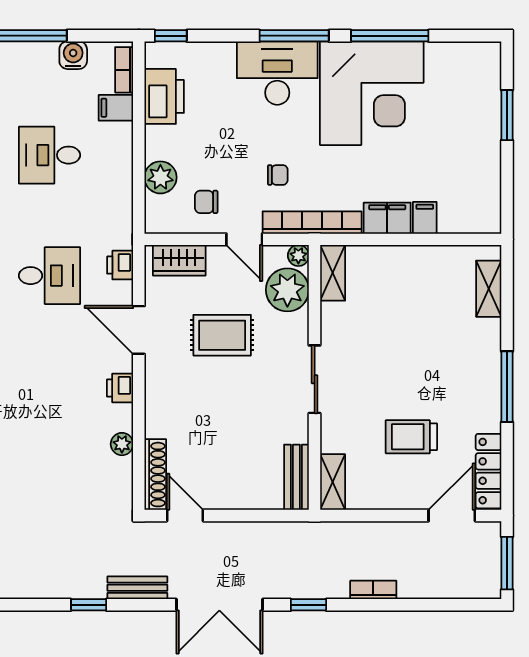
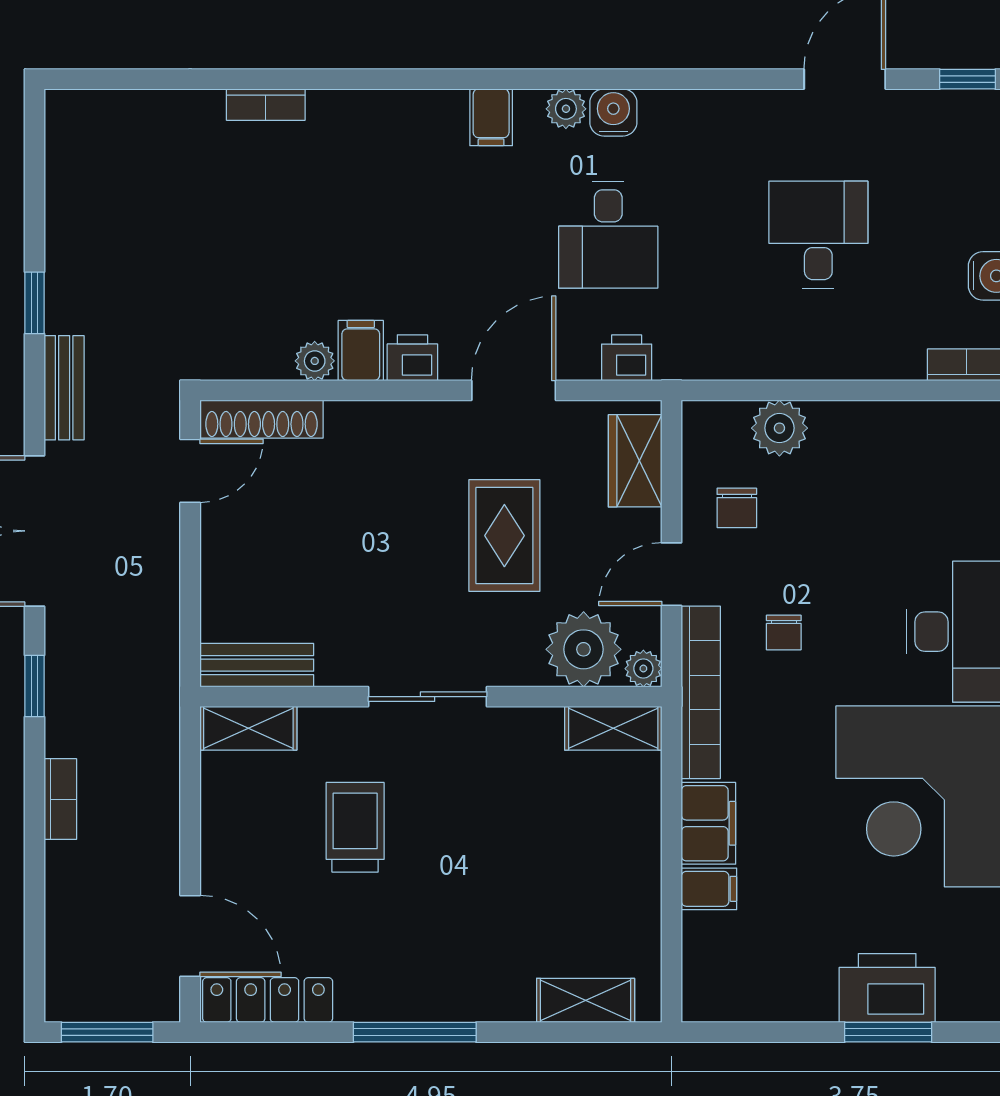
printer: (164, 96) -> (887, 988), moved, turned 180
filing cabinet: (116, 108) -> (361, 350), moved
chair: (206, 202) -> (737, 508), turned 180
trolley: (411, 437) -> (355, 827), moved

